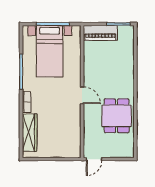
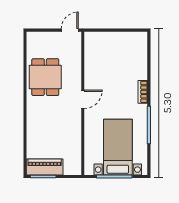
piano: (100, 33) -> (45, 167), moved
door: (82, 95) -> (83, 99), swing flipped
wardrobe: (30, 133) -> (140, 59), removed

